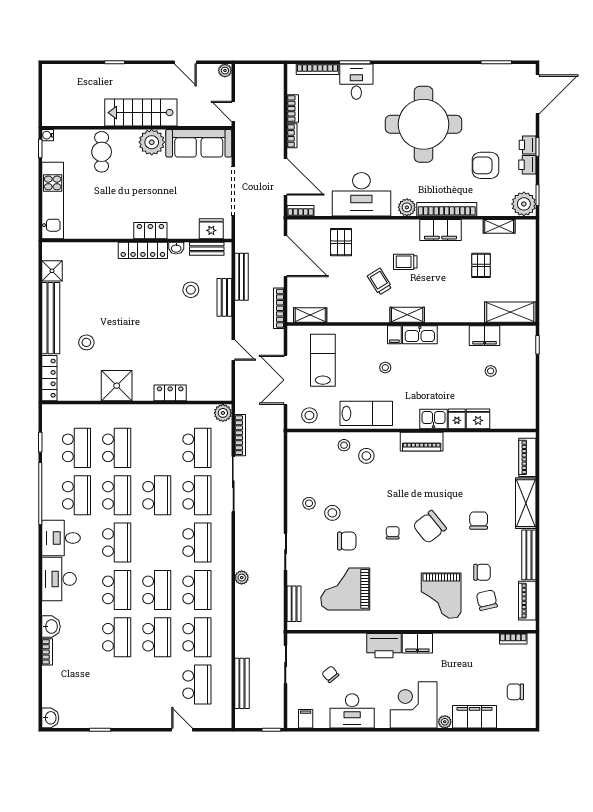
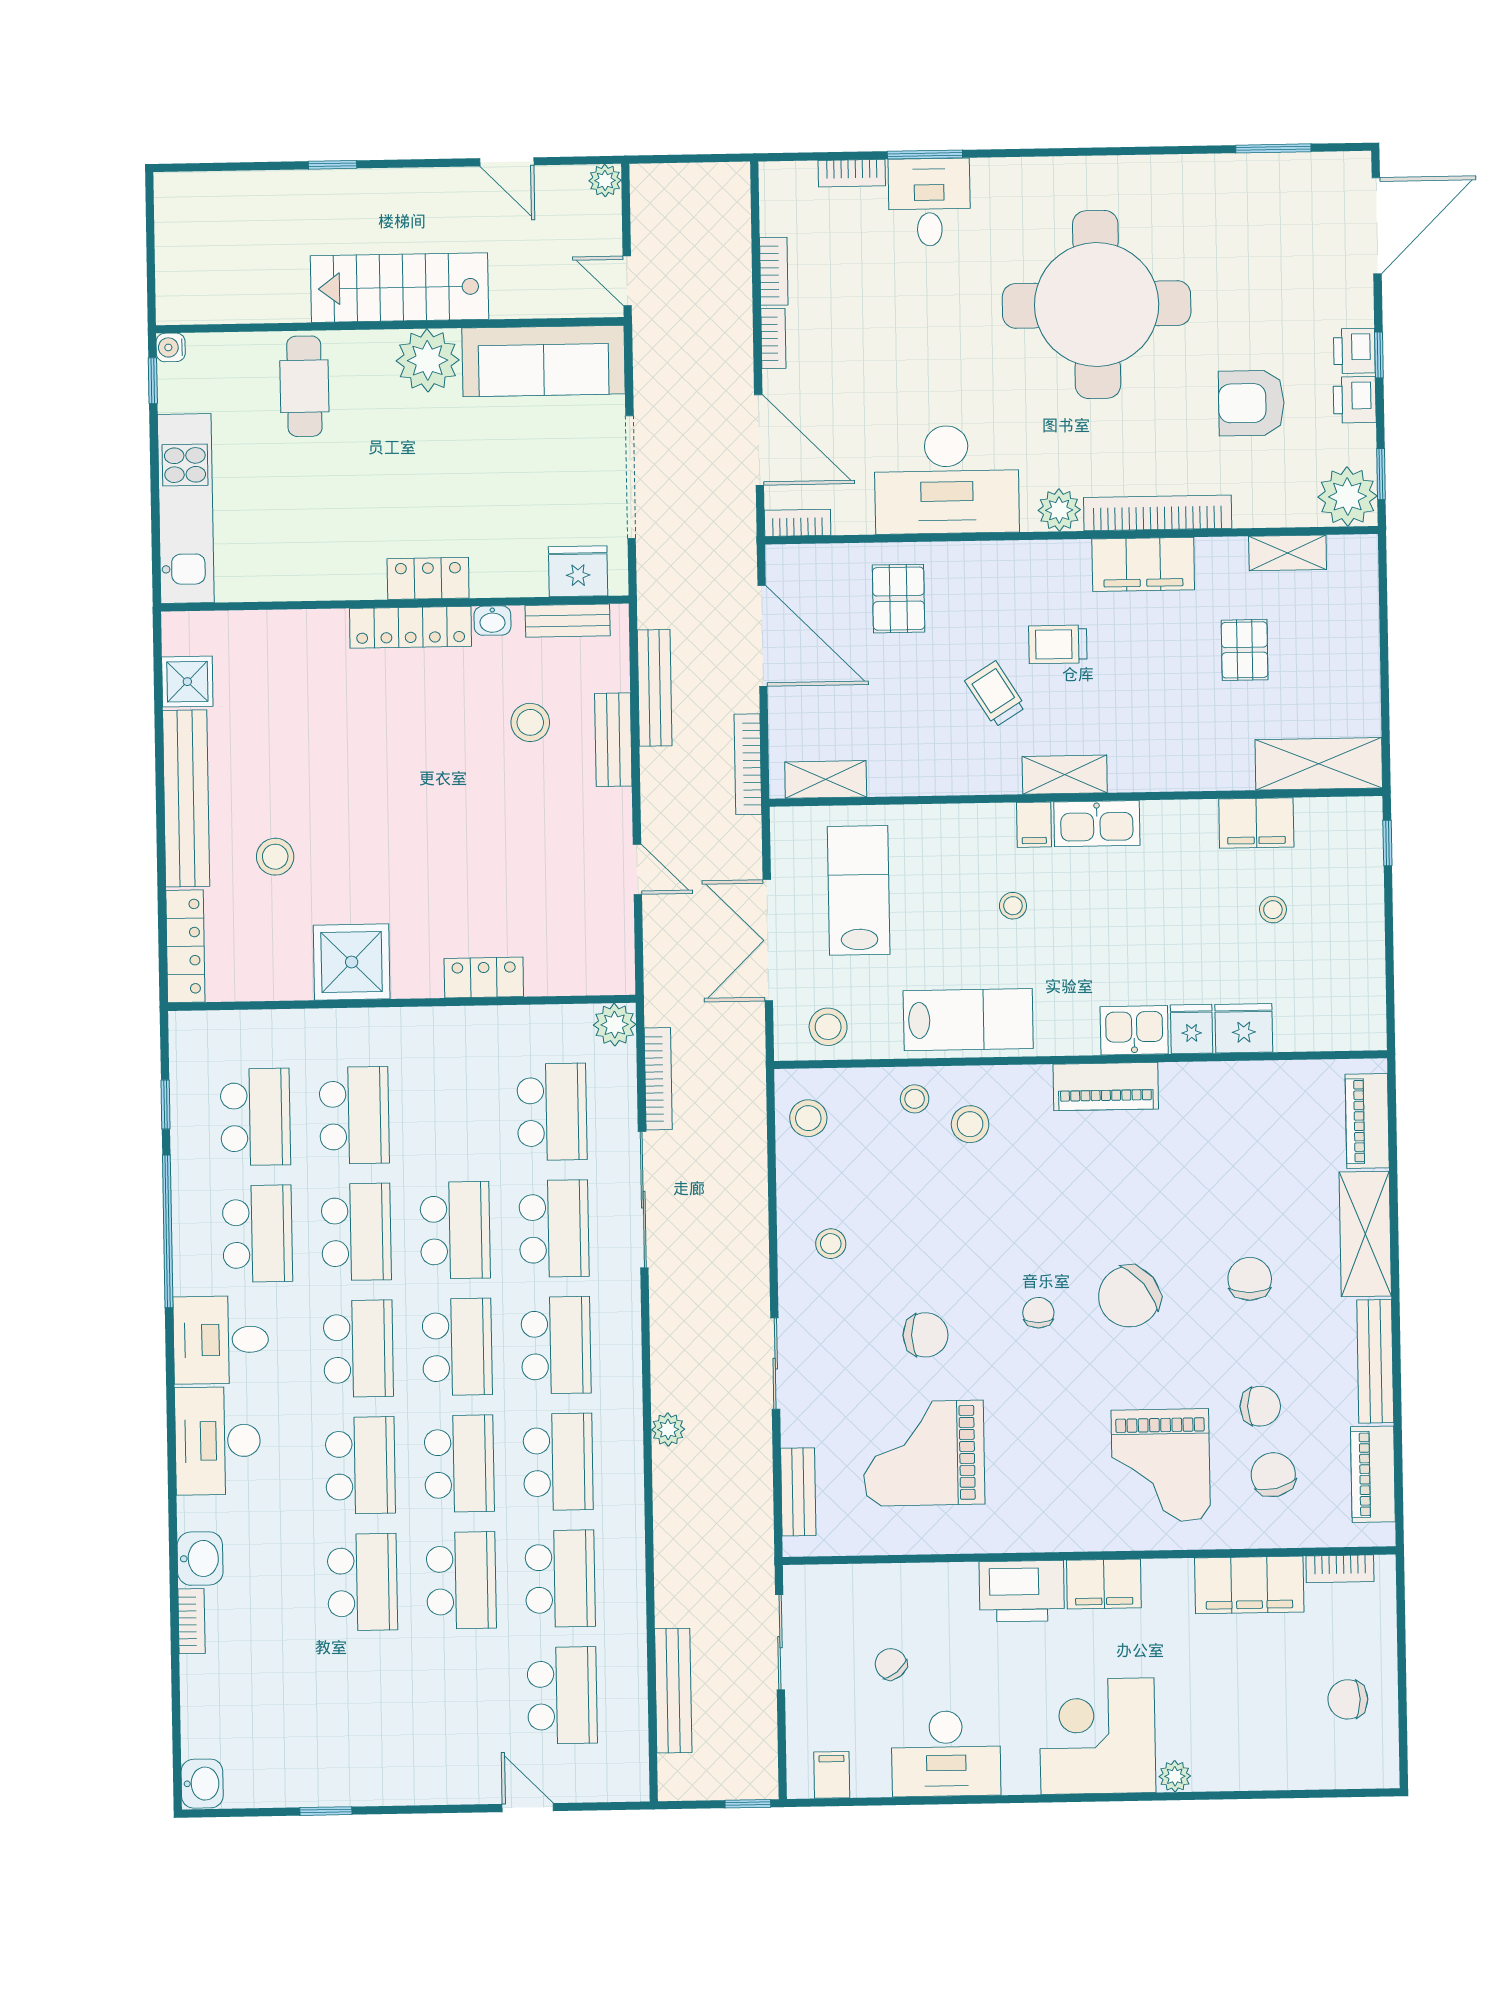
bookcase: (317, 69) -> (852, 173), width x0.64
stool: (332, 513) -> (808, 1118), moved
school desk: (157, 543) -> (457, 1347), added
filing cabinet: (474, 717) -> (1249, 1585), moved, turned 180

